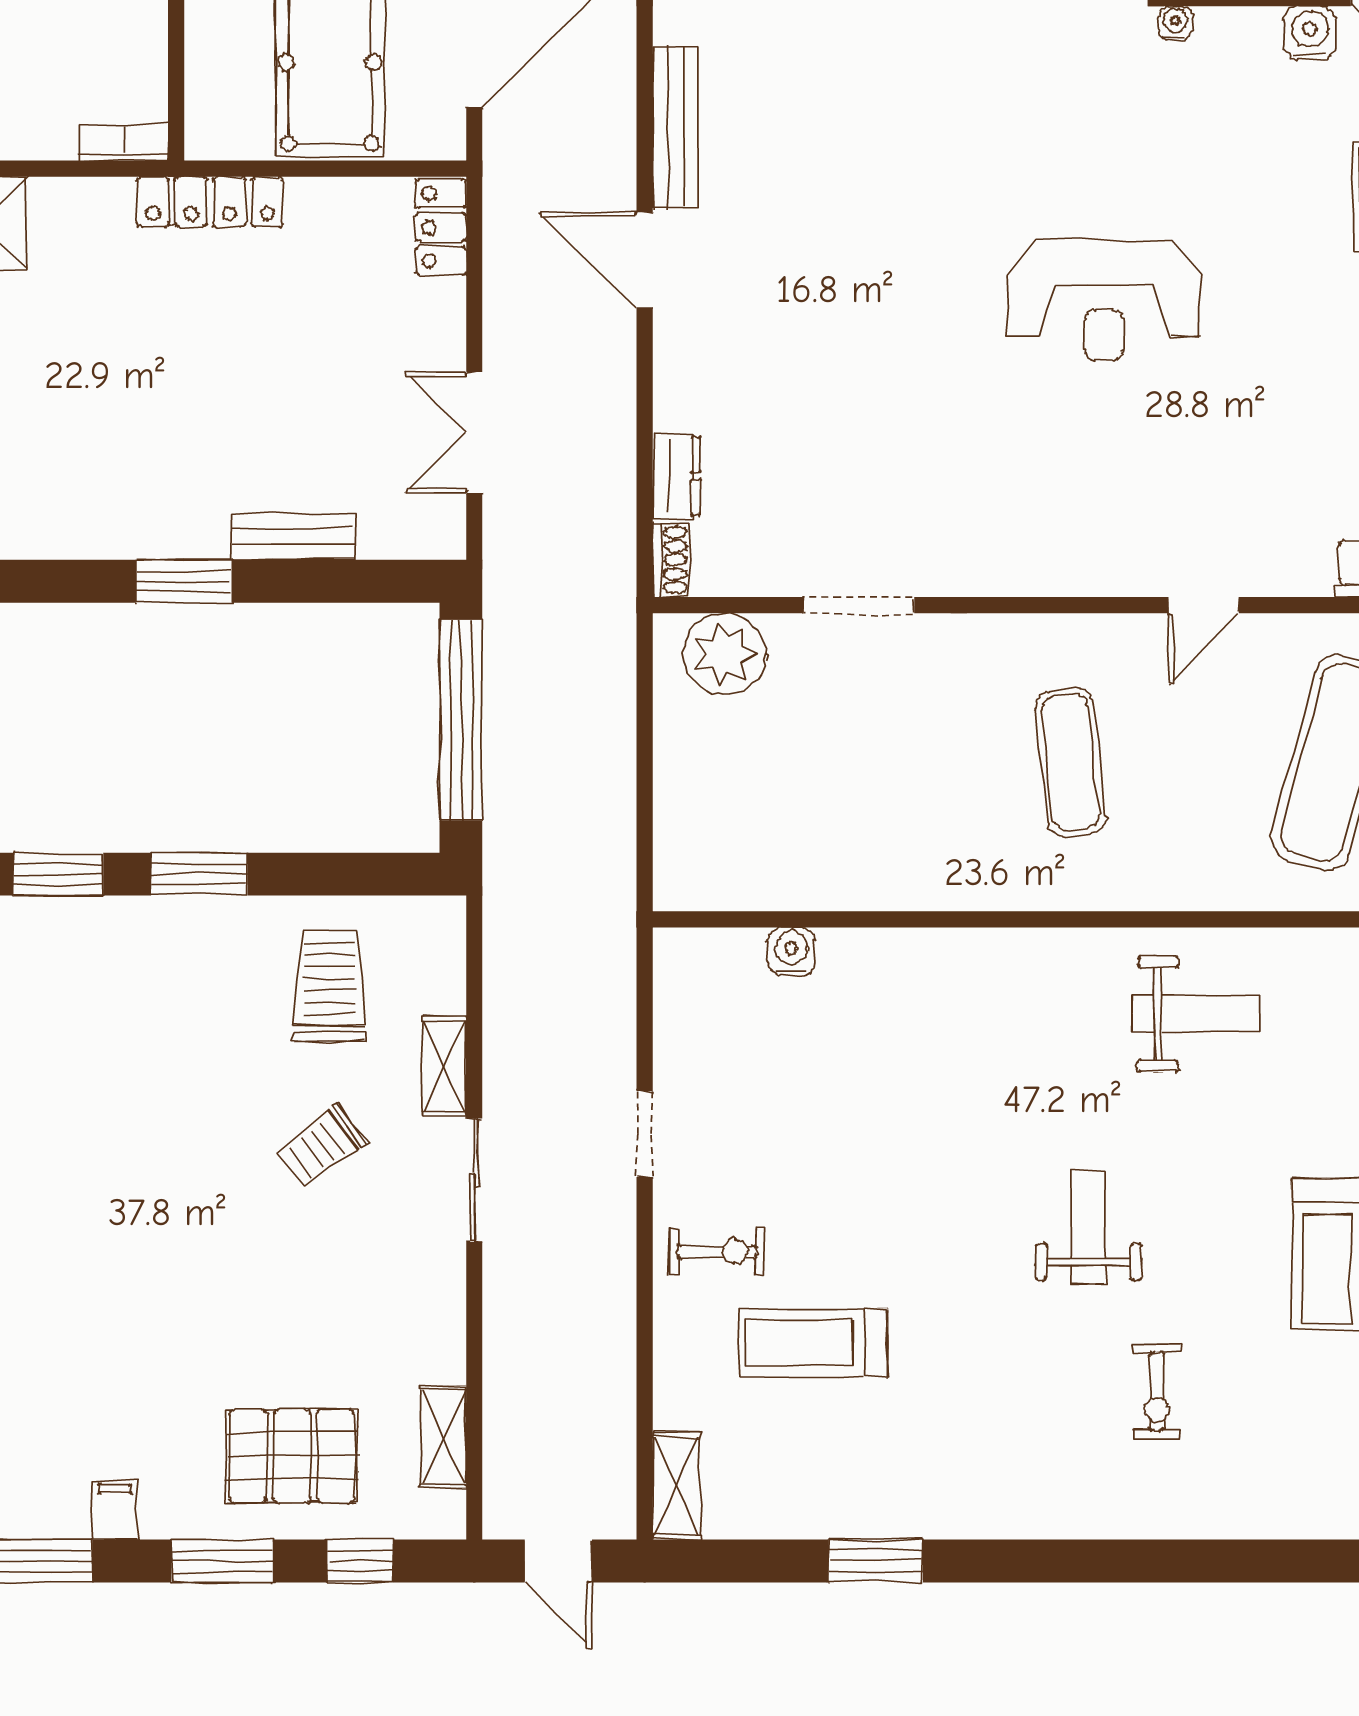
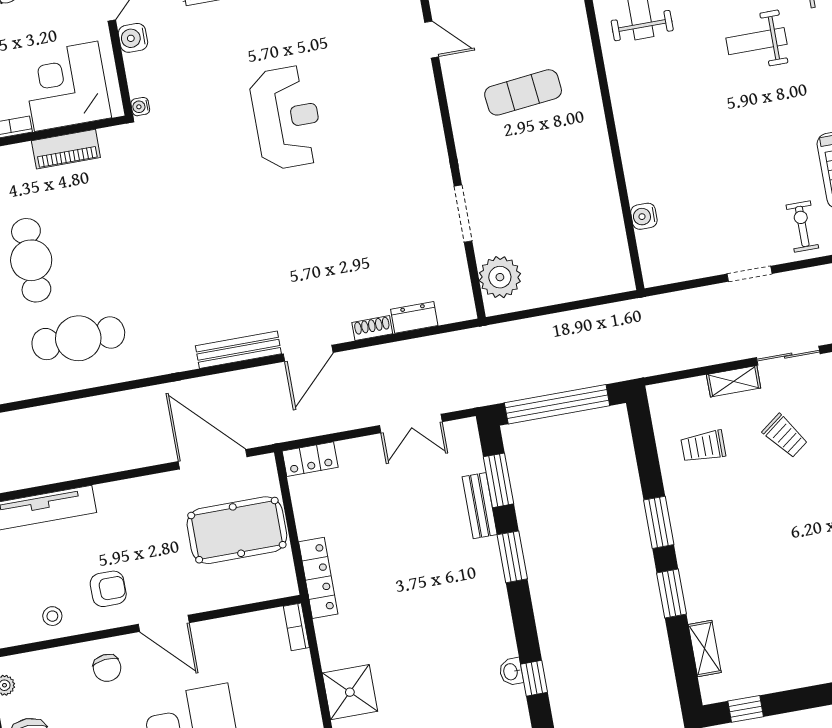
shoe rack: (671, 560) -> (372, 328), moved
window: (335, 581) -> (498, 480), added
trolley: (329, 986) -> (703, 446), width x0.73, depth x0.72

